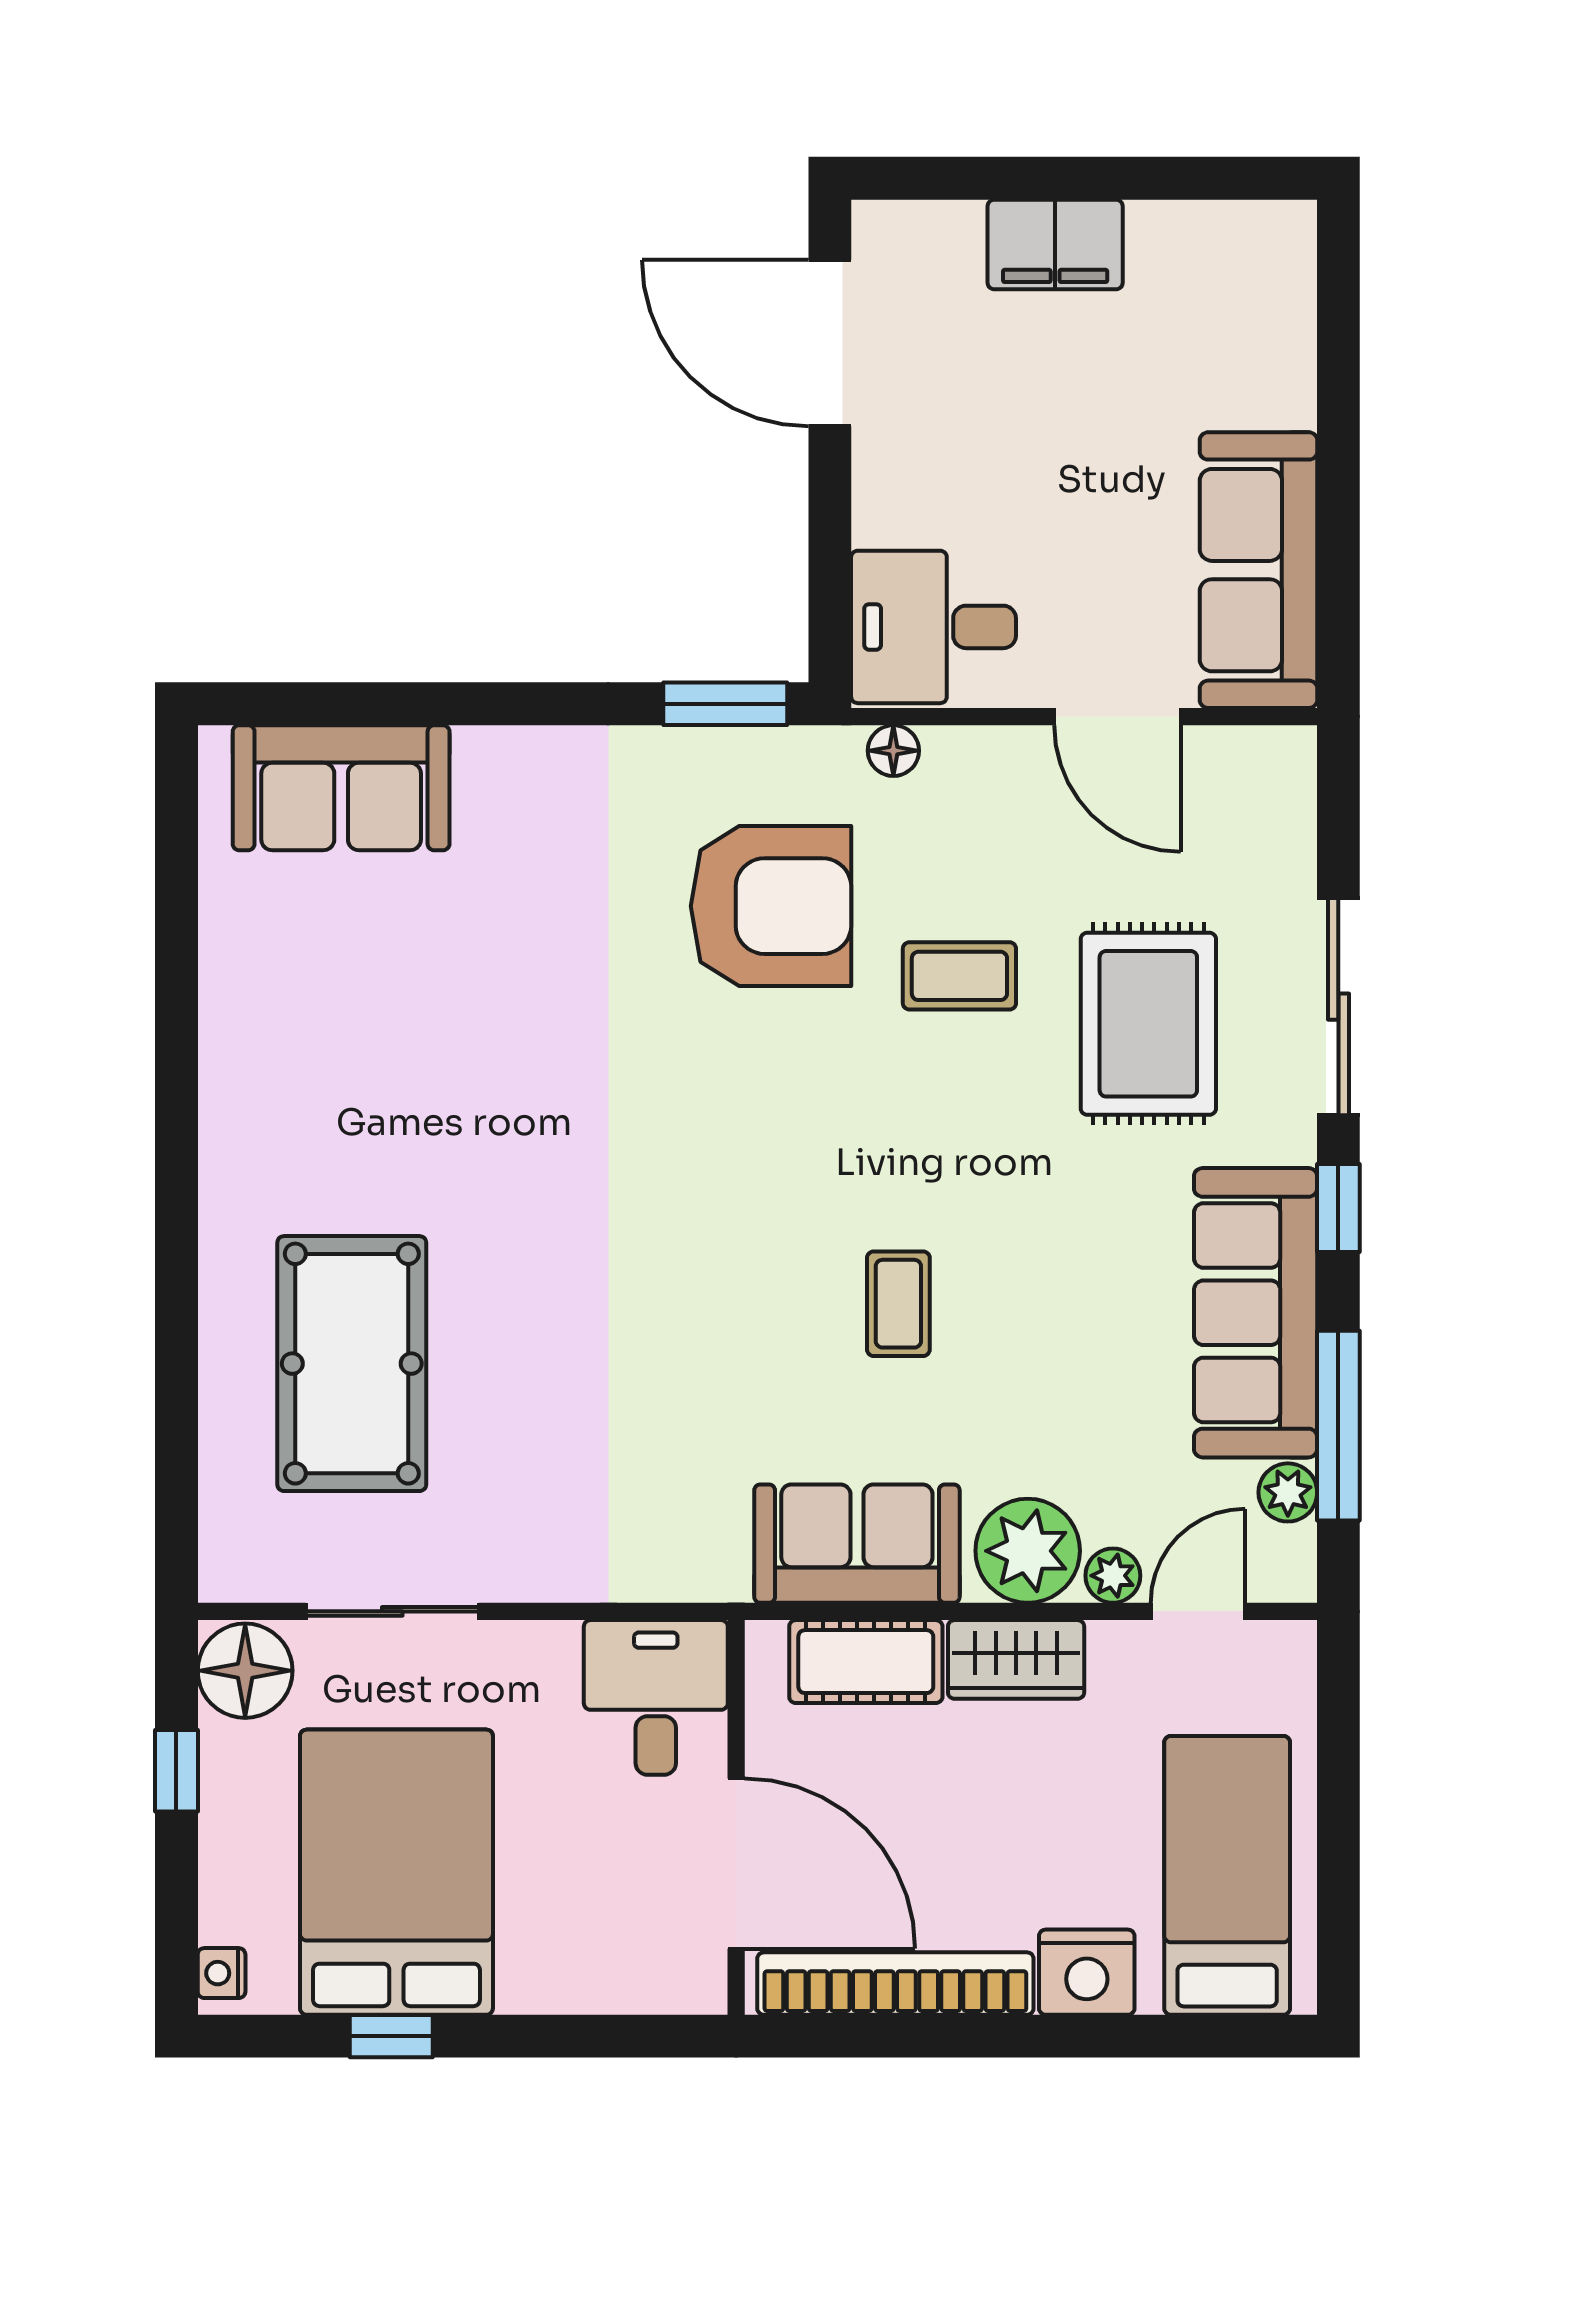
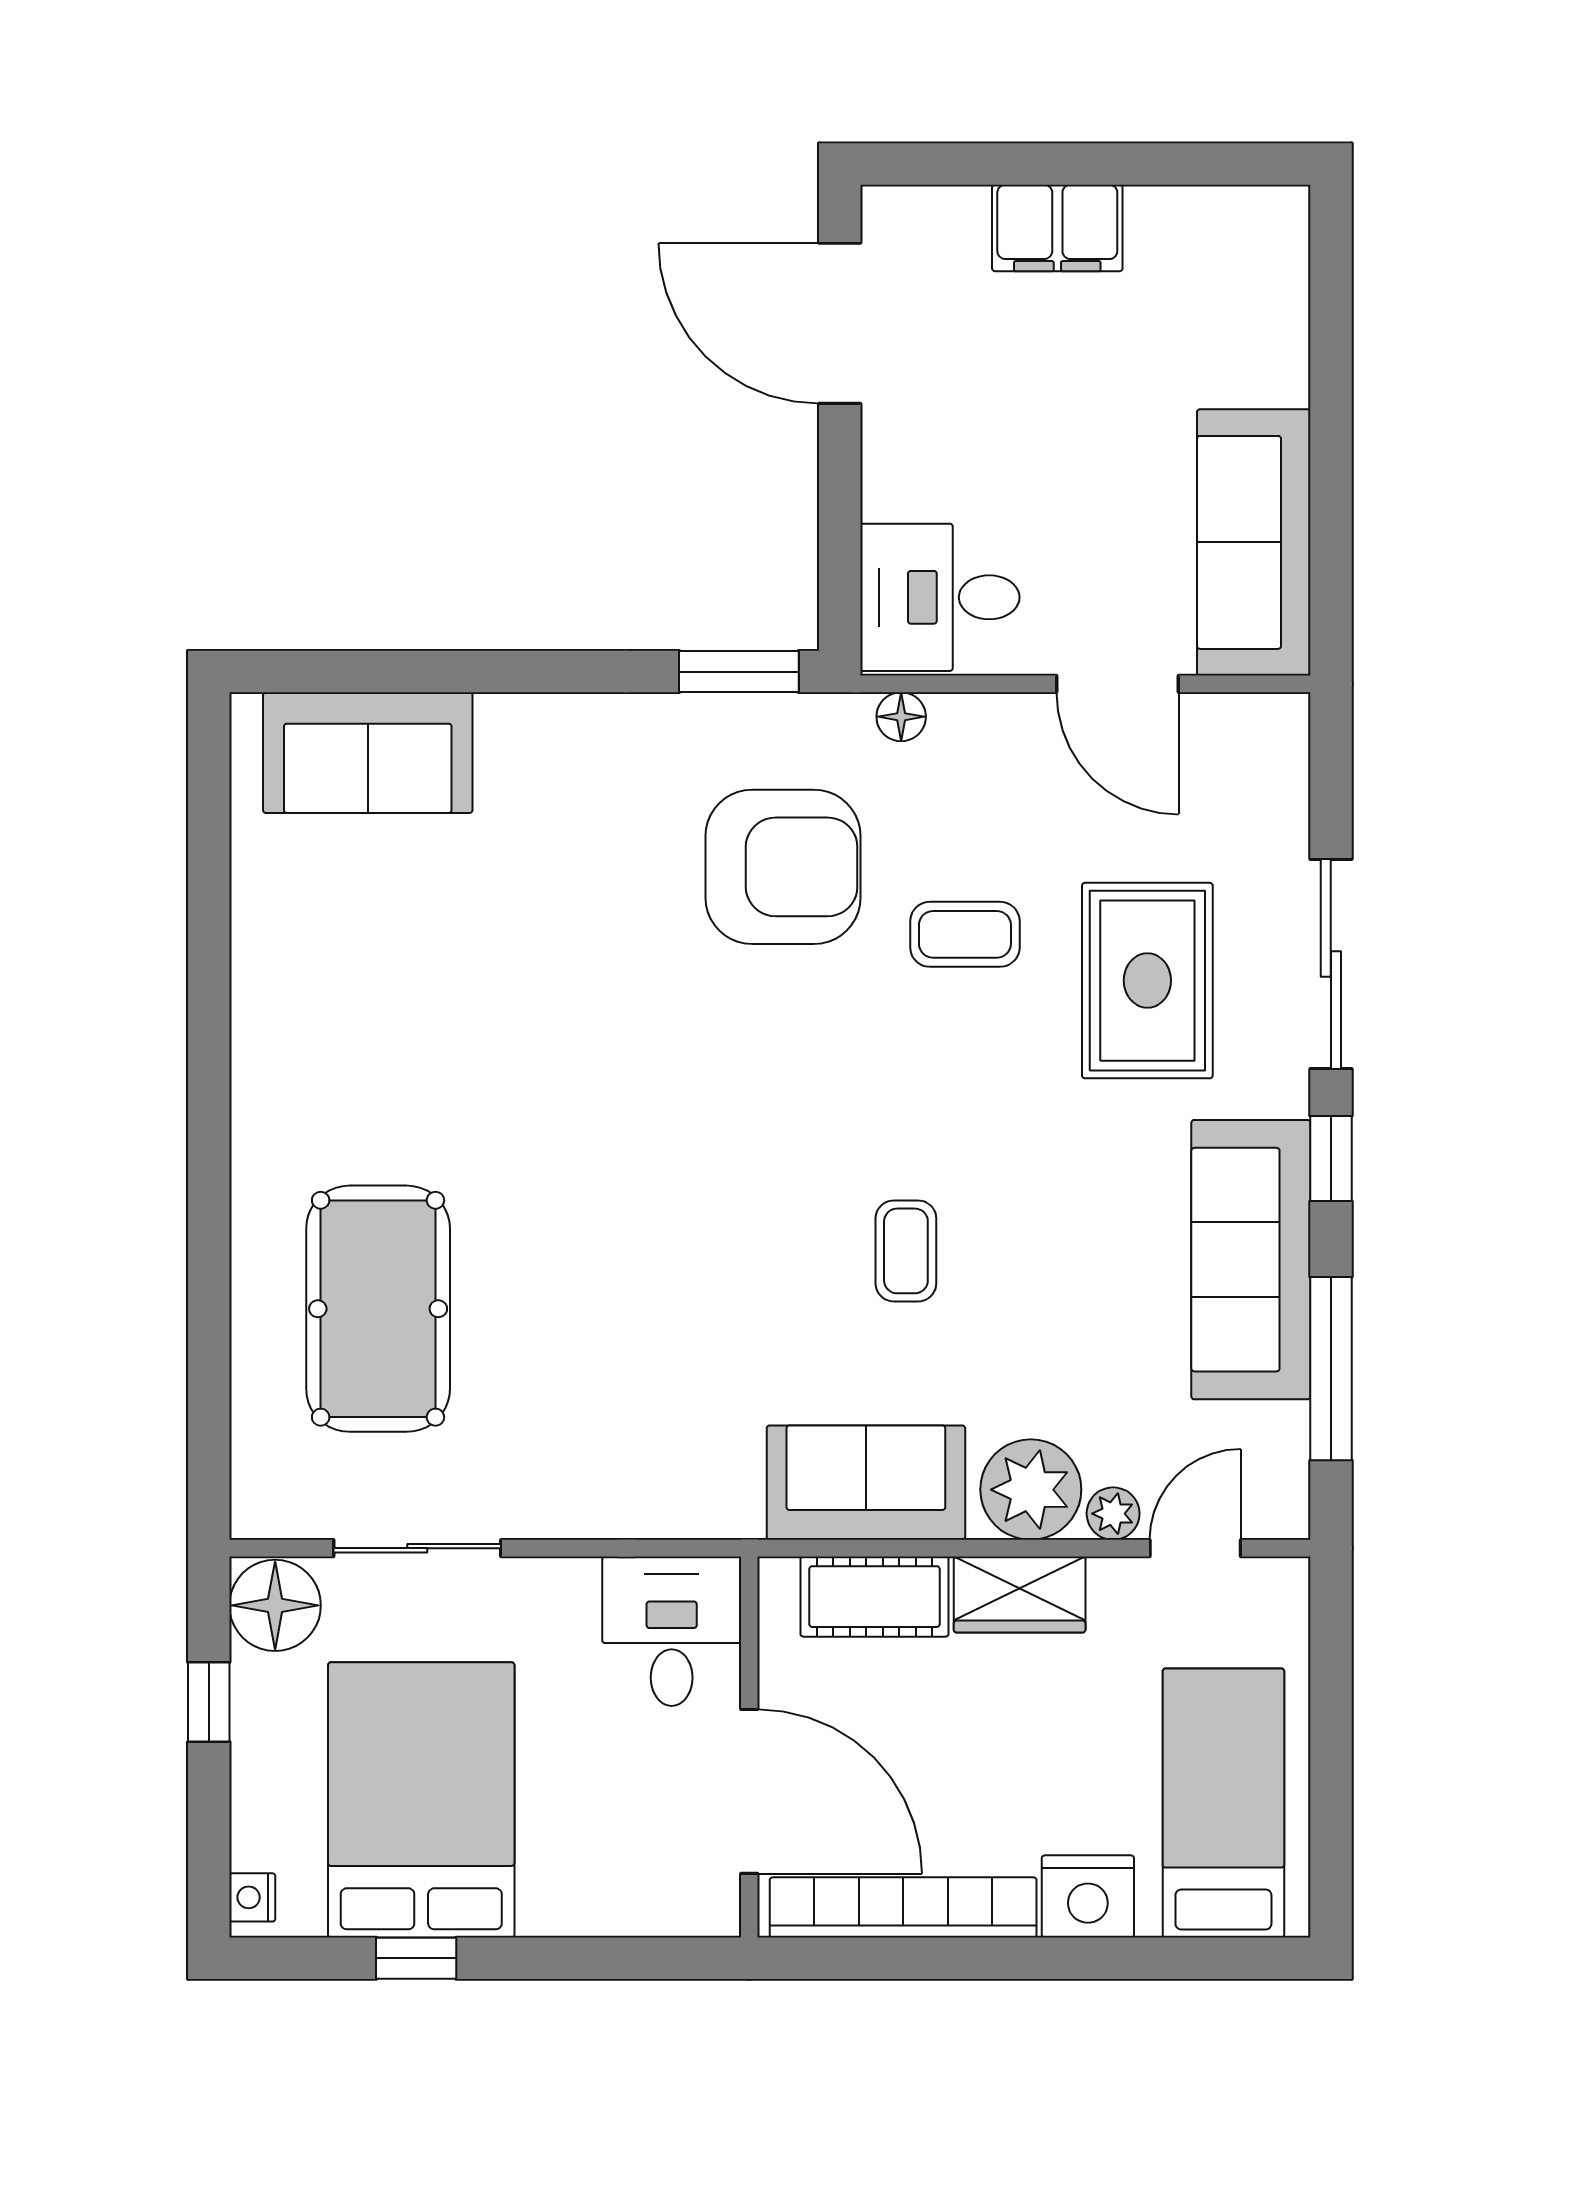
plant: (1288, 1492) -> (1282, 1433), removed

